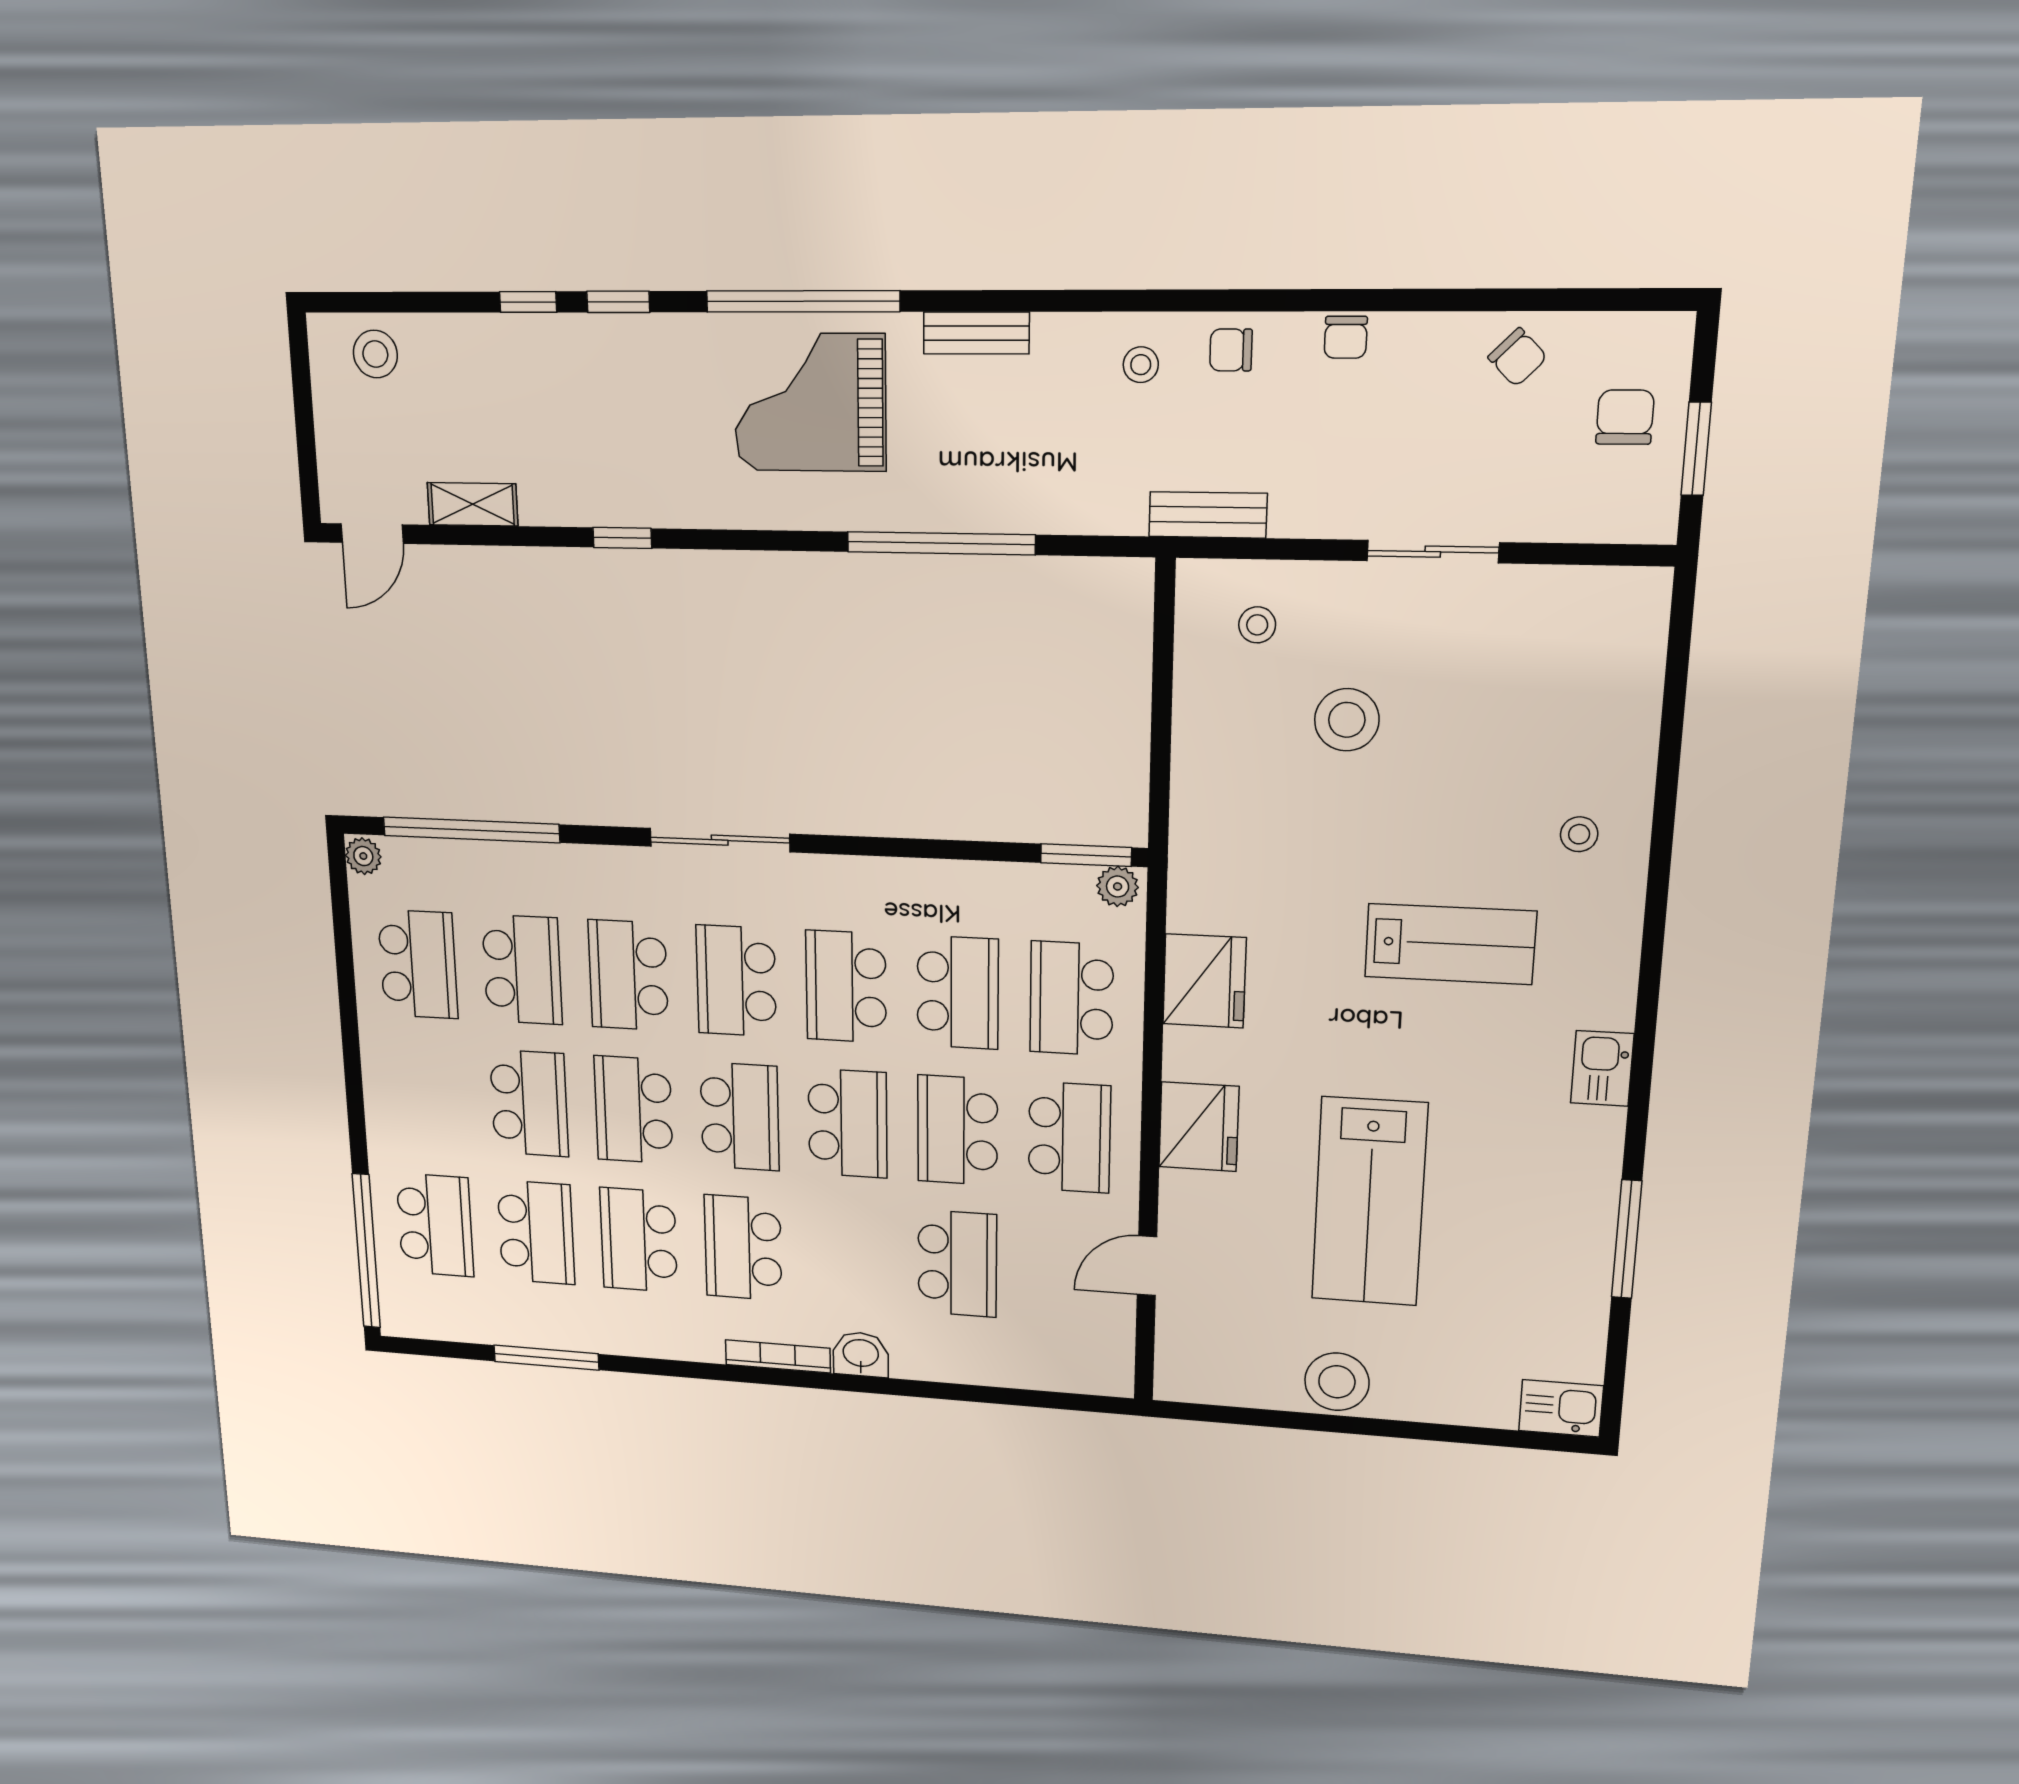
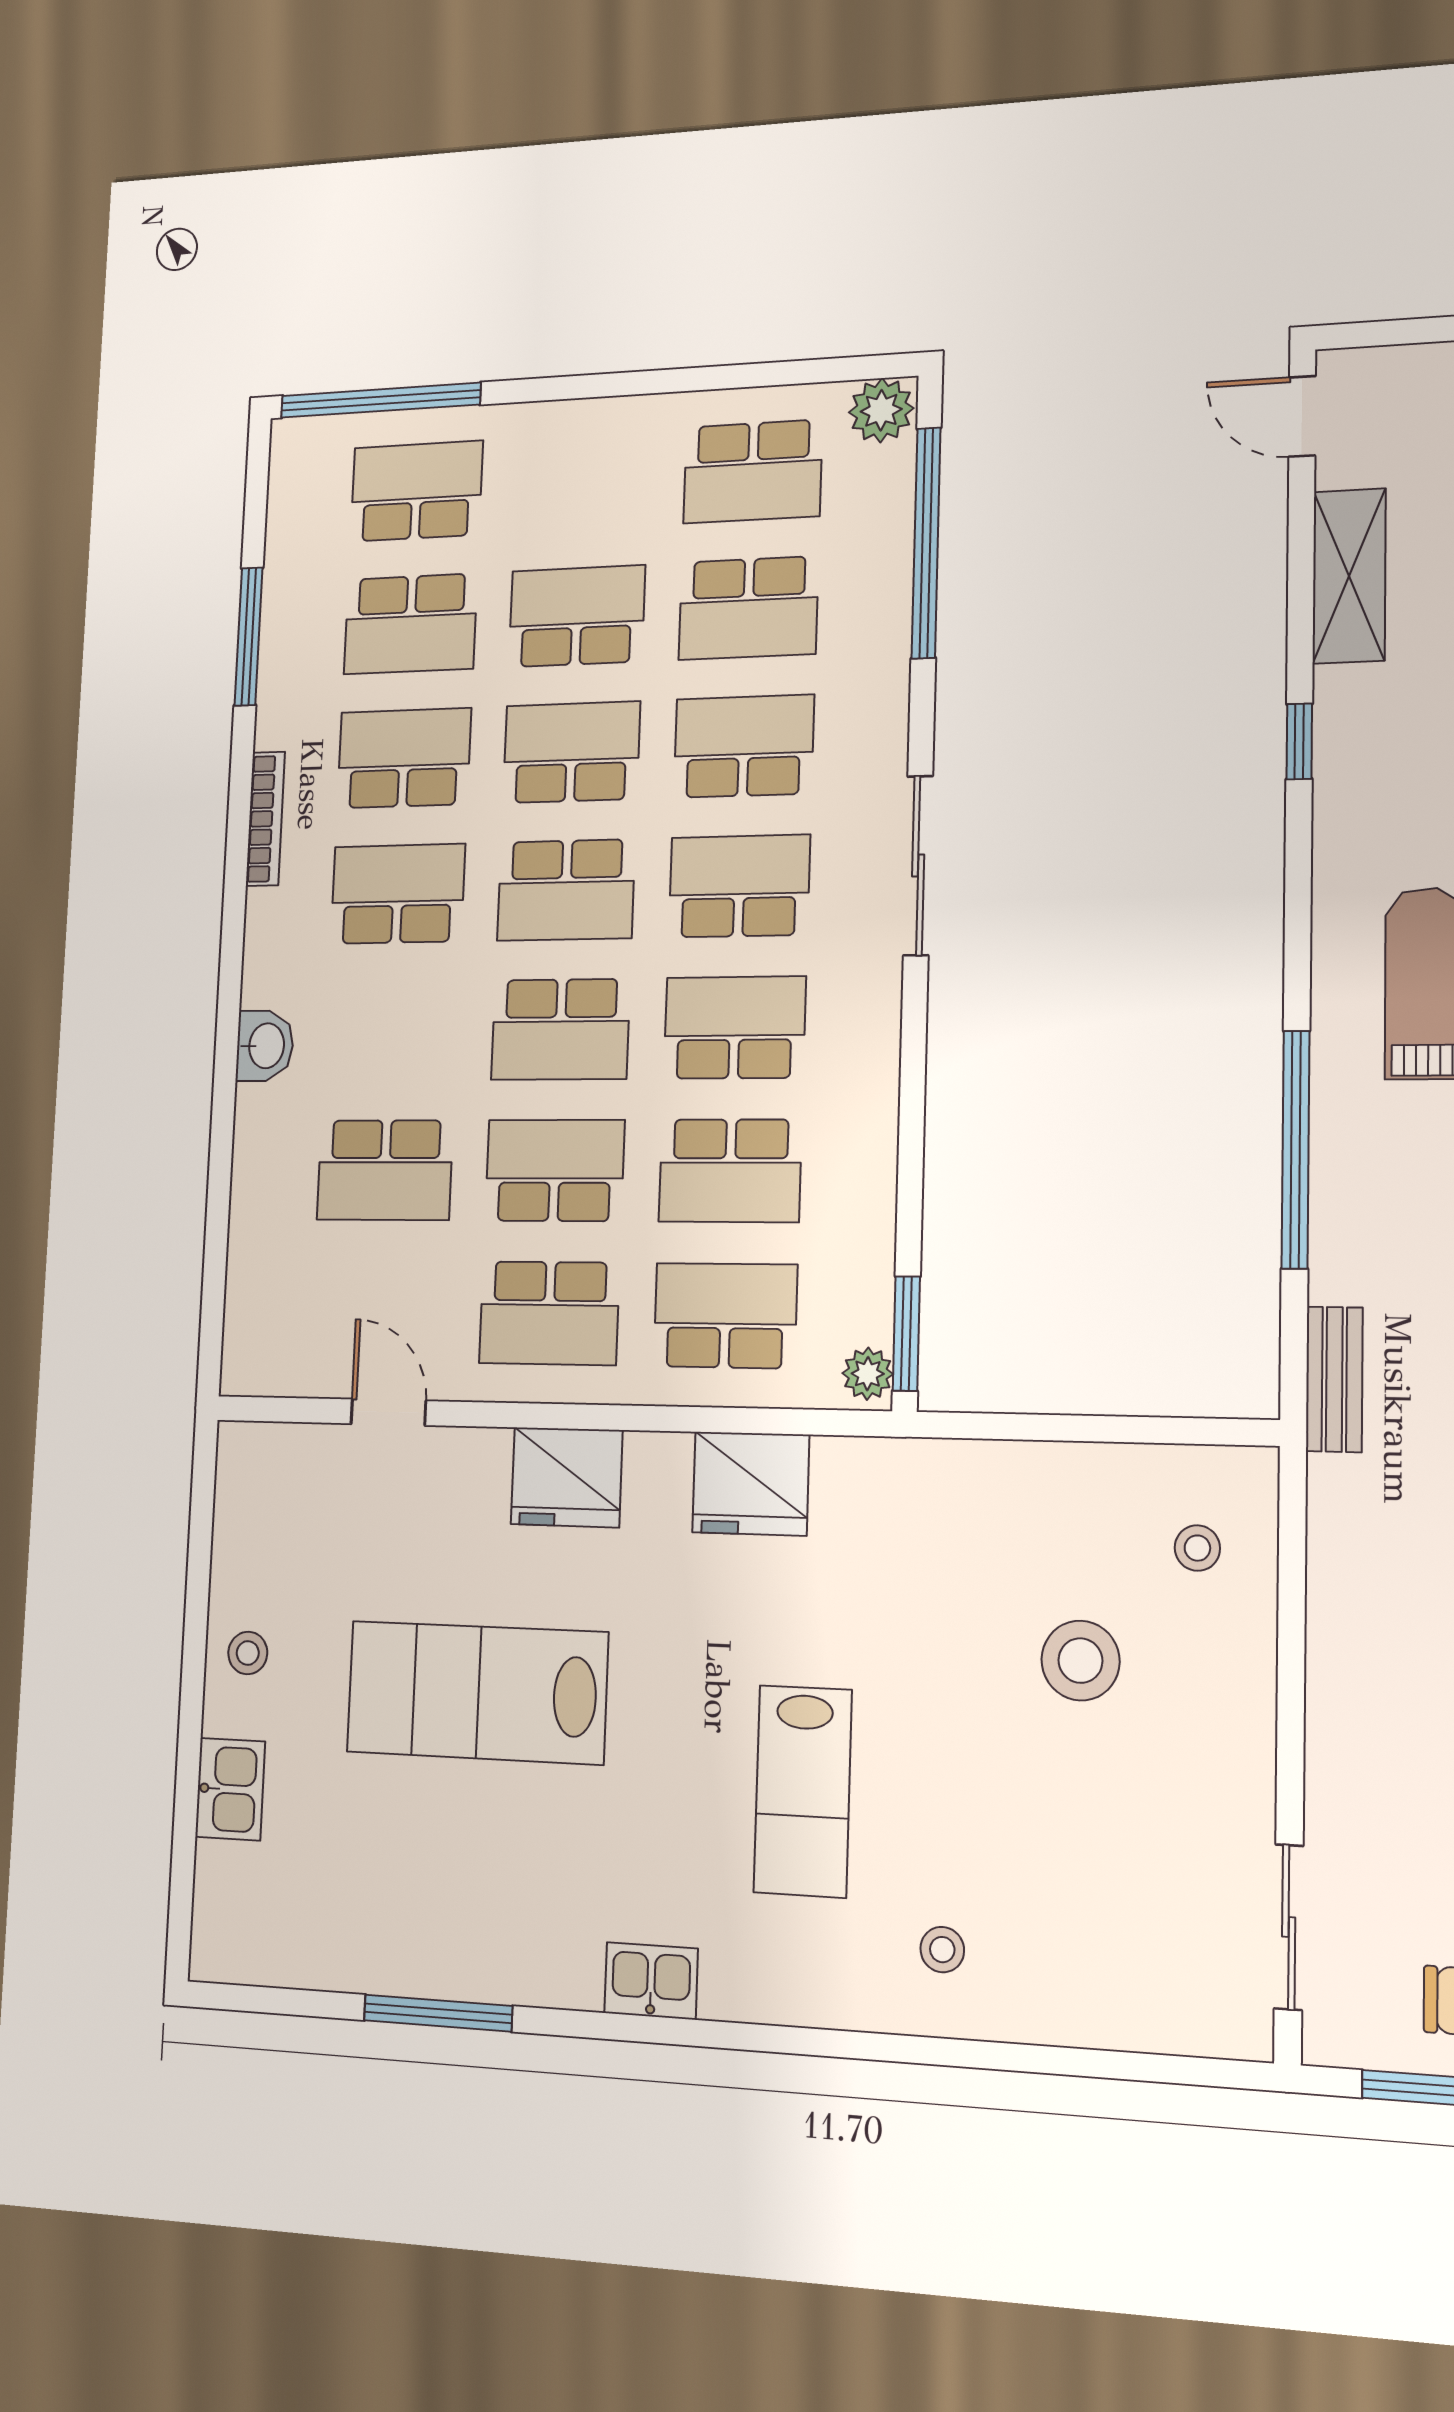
shelving: (473, 504) -> (1349, 576), width x1.50, depth x1.33
bench: (1208, 515) -> (1334, 1379), moved
sliding door: (1433, 552) -> (1289, 1927), moved
plant: (363, 856) -> (881, 410), width x1.38, depth x1.38
school desk: (529, 1103) -> (577, 616), turned 180
school desk: (435, 1225) -> (417, 491), turned 180
bookcase: (778, 1356) -> (265, 819), moved
stool: (1337, 1382) -> (248, 1653), width x0.53, depth x0.53
kitchen sink: (1561, 1408) -> (230, 1789), moved

